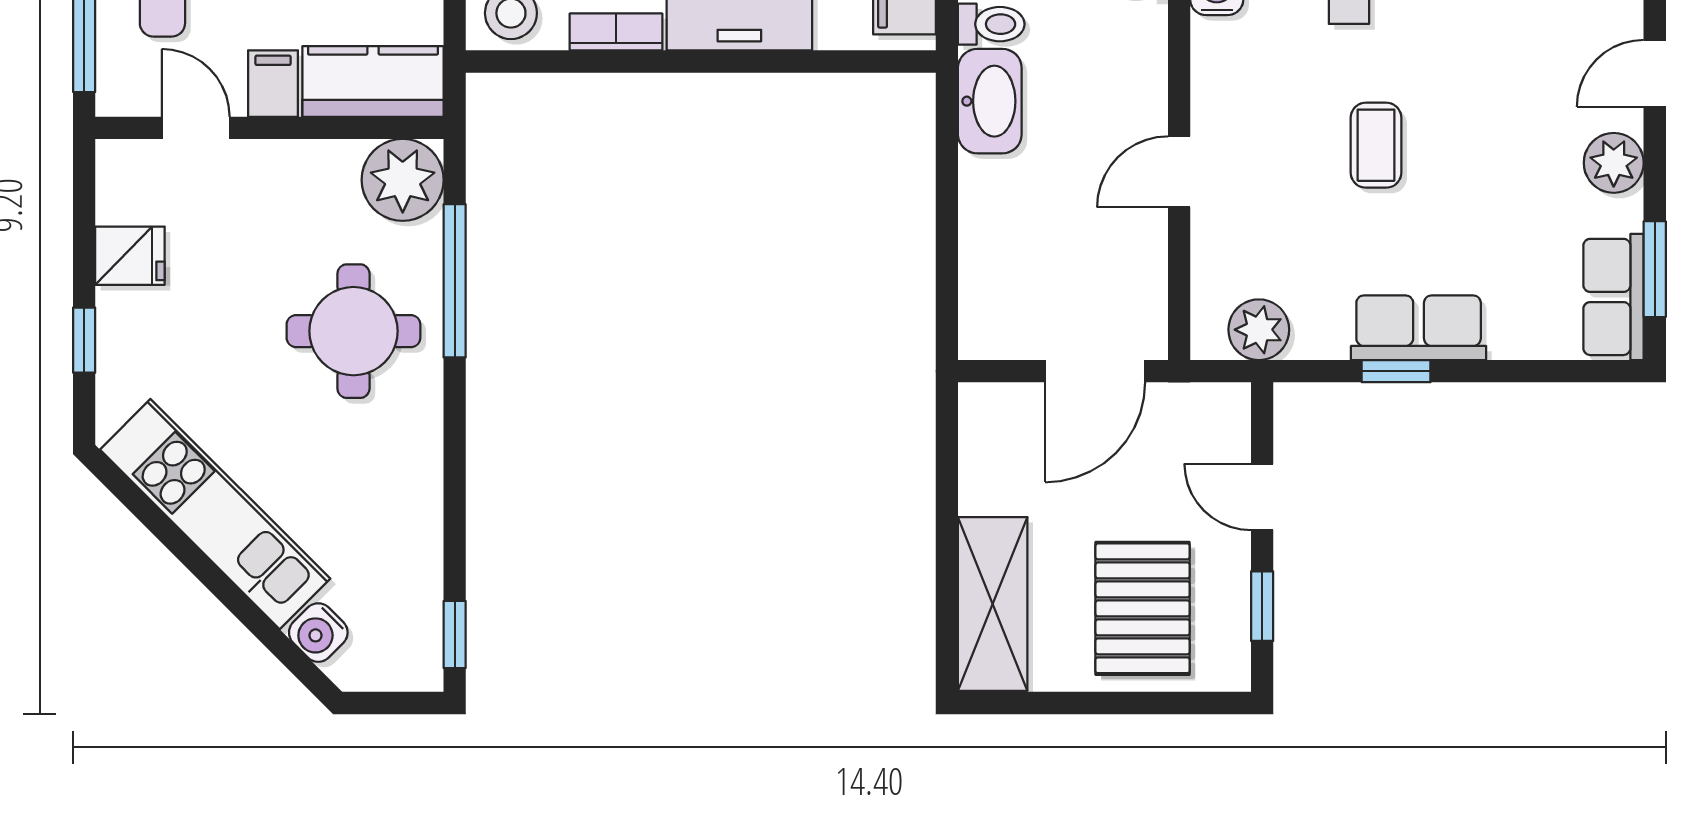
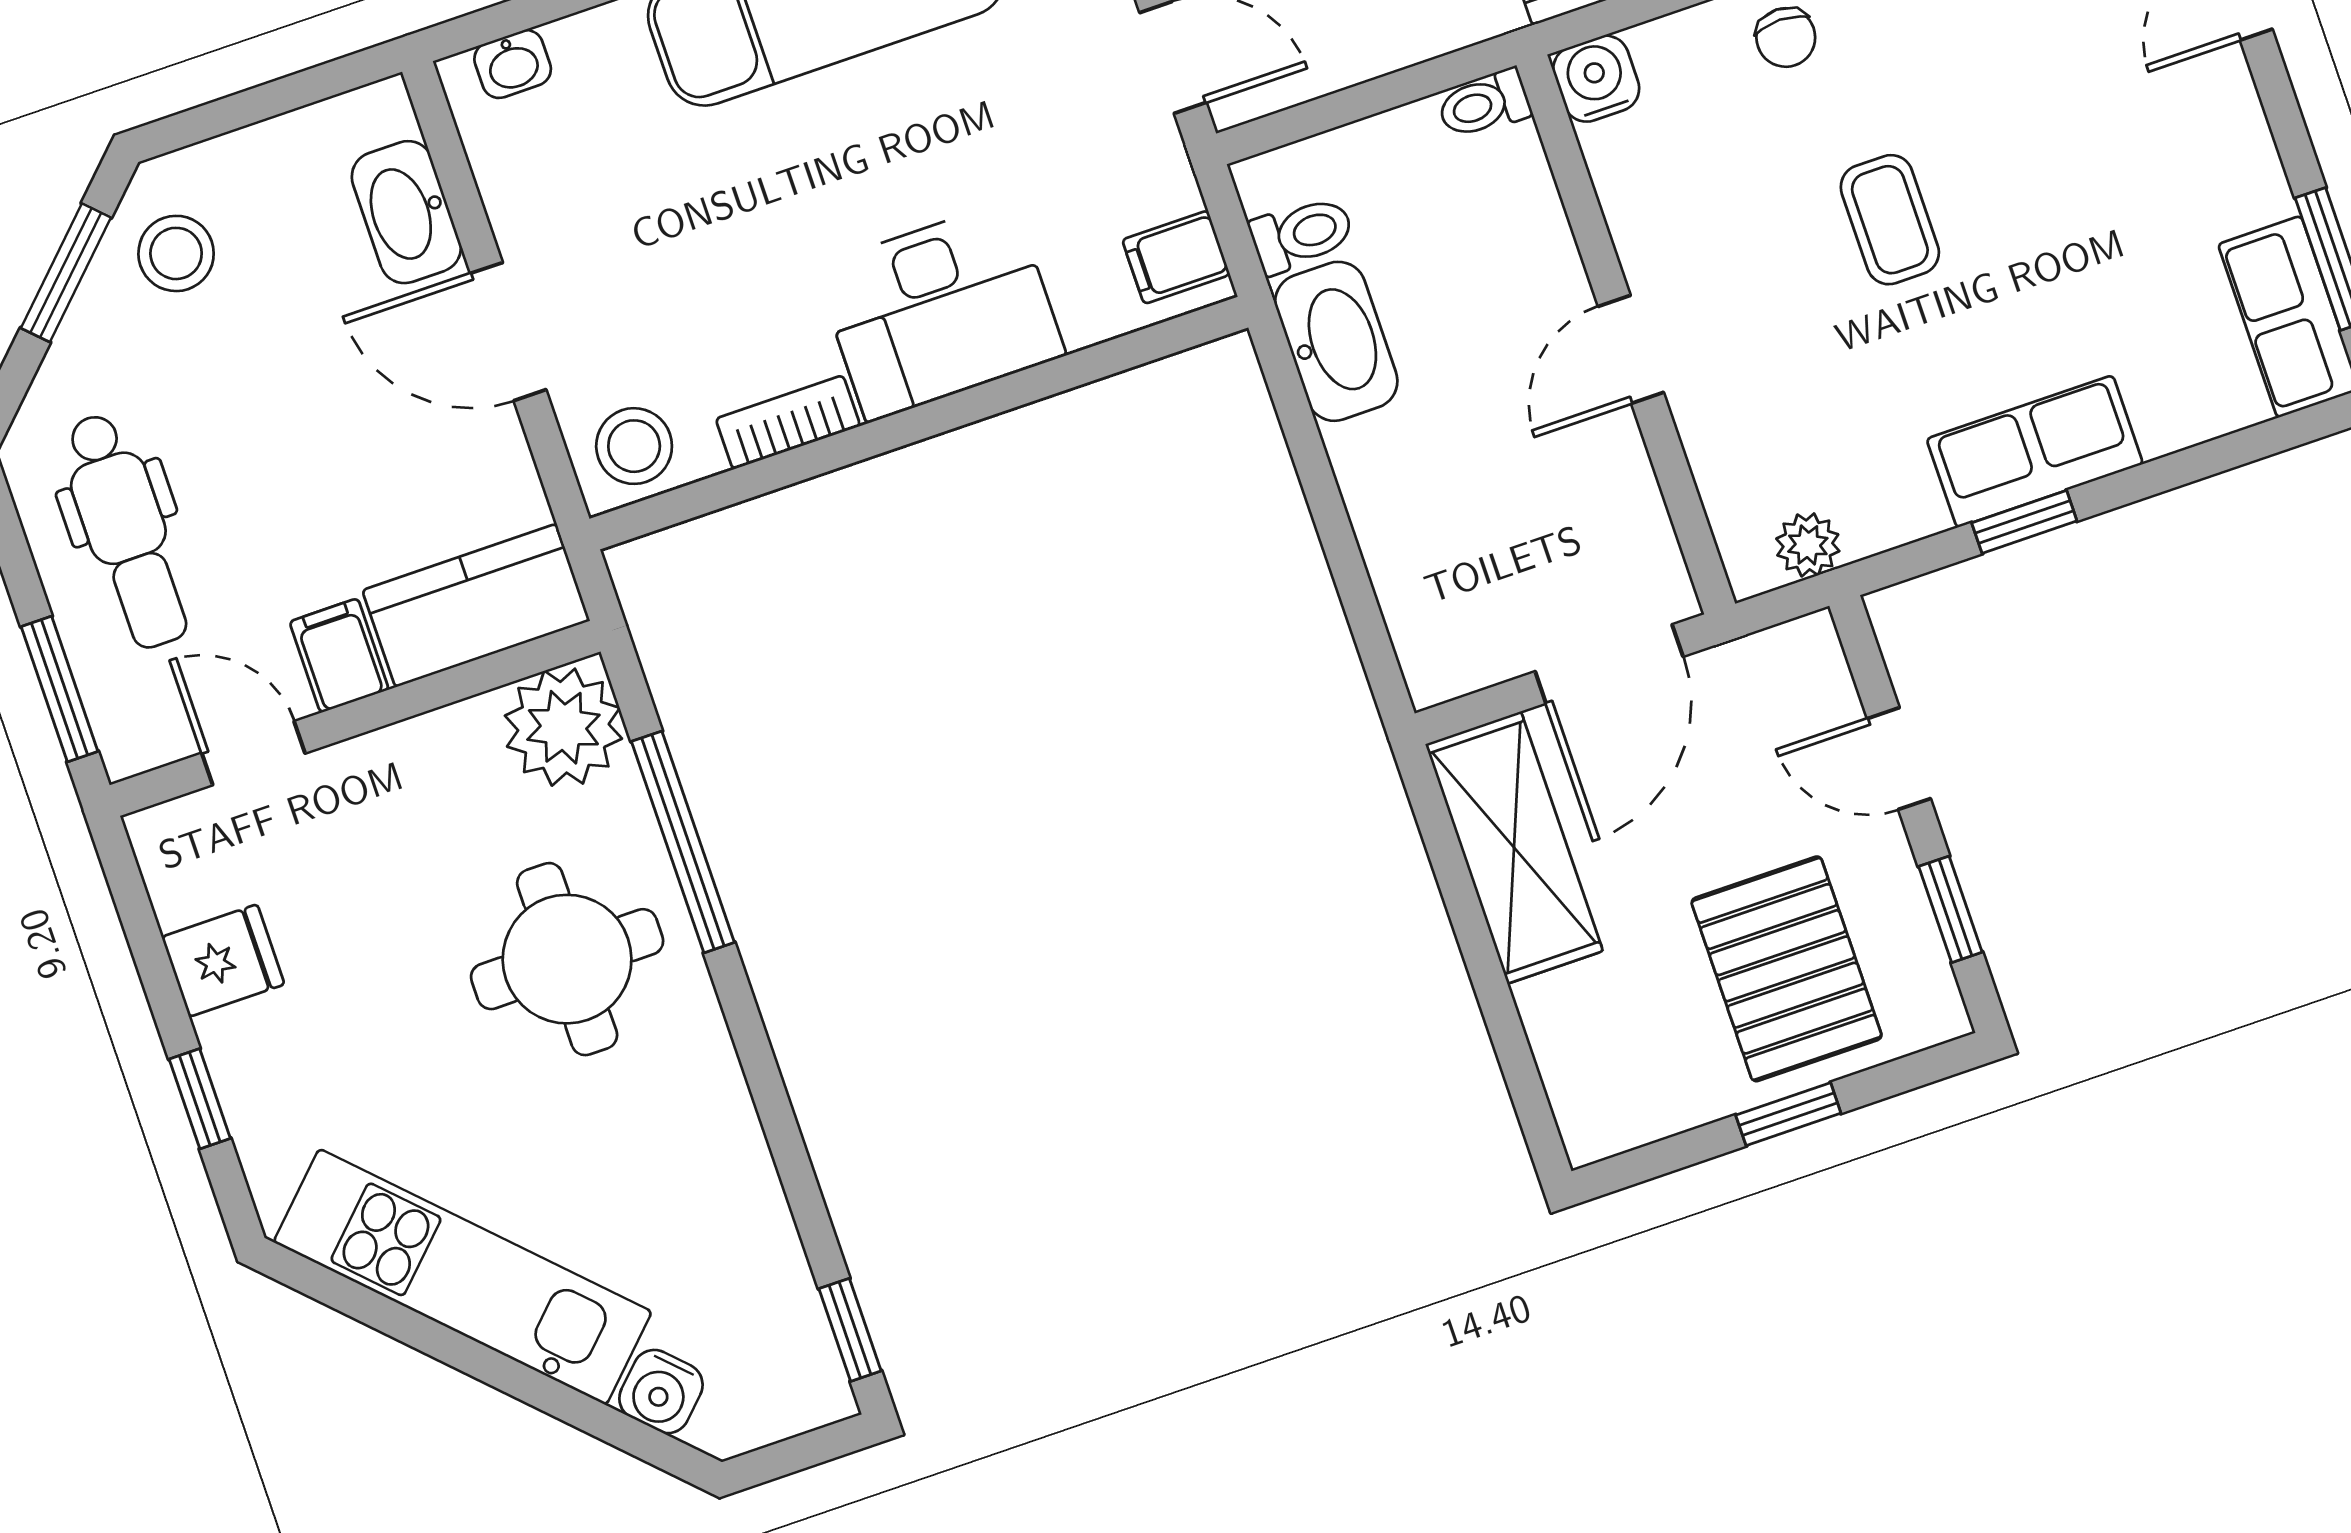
plant: (1614, 163) -> (2226, 132), removed
plant: (1259, 330) -> (1808, 545), width x0.73, depth x0.73
shelving: (993, 604) -> (1514, 848), moved
window: (1111, 703) -> (1788, 1114), added

